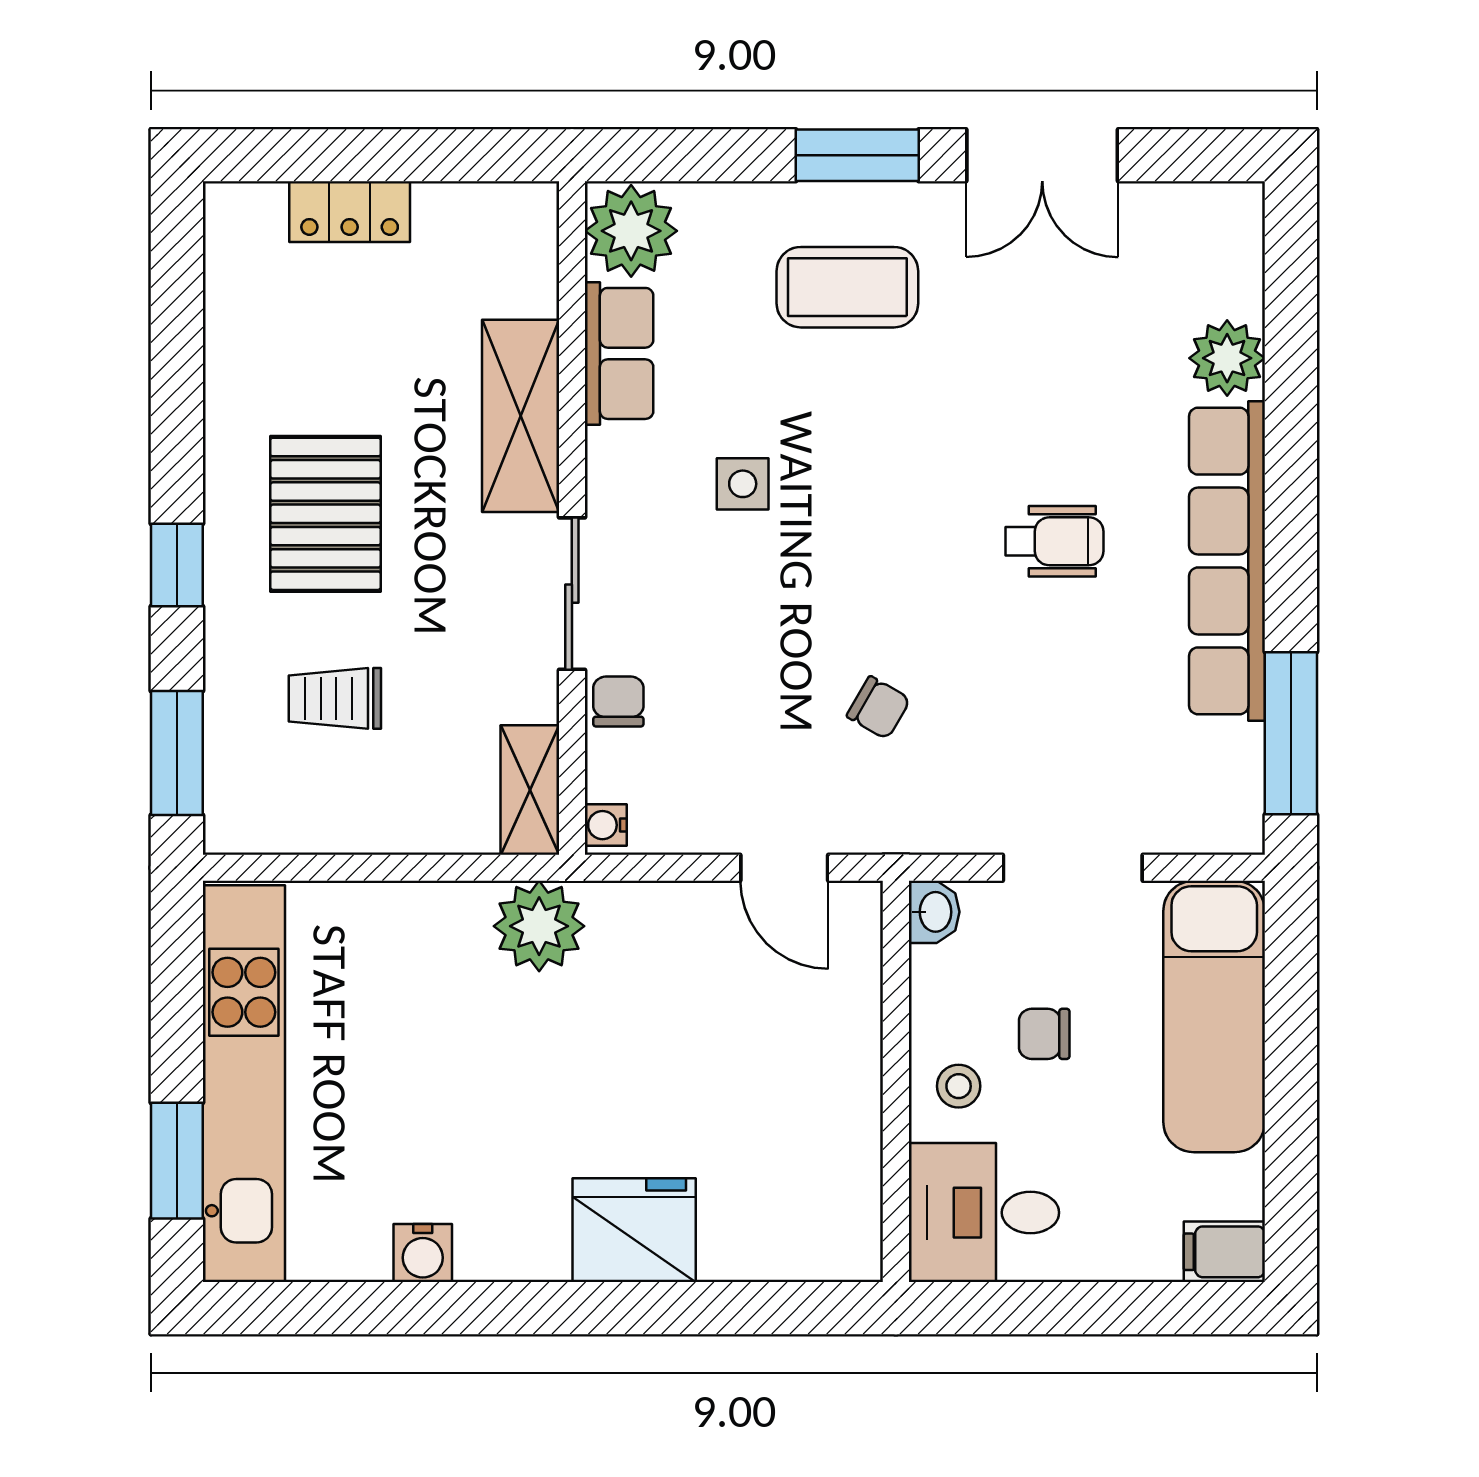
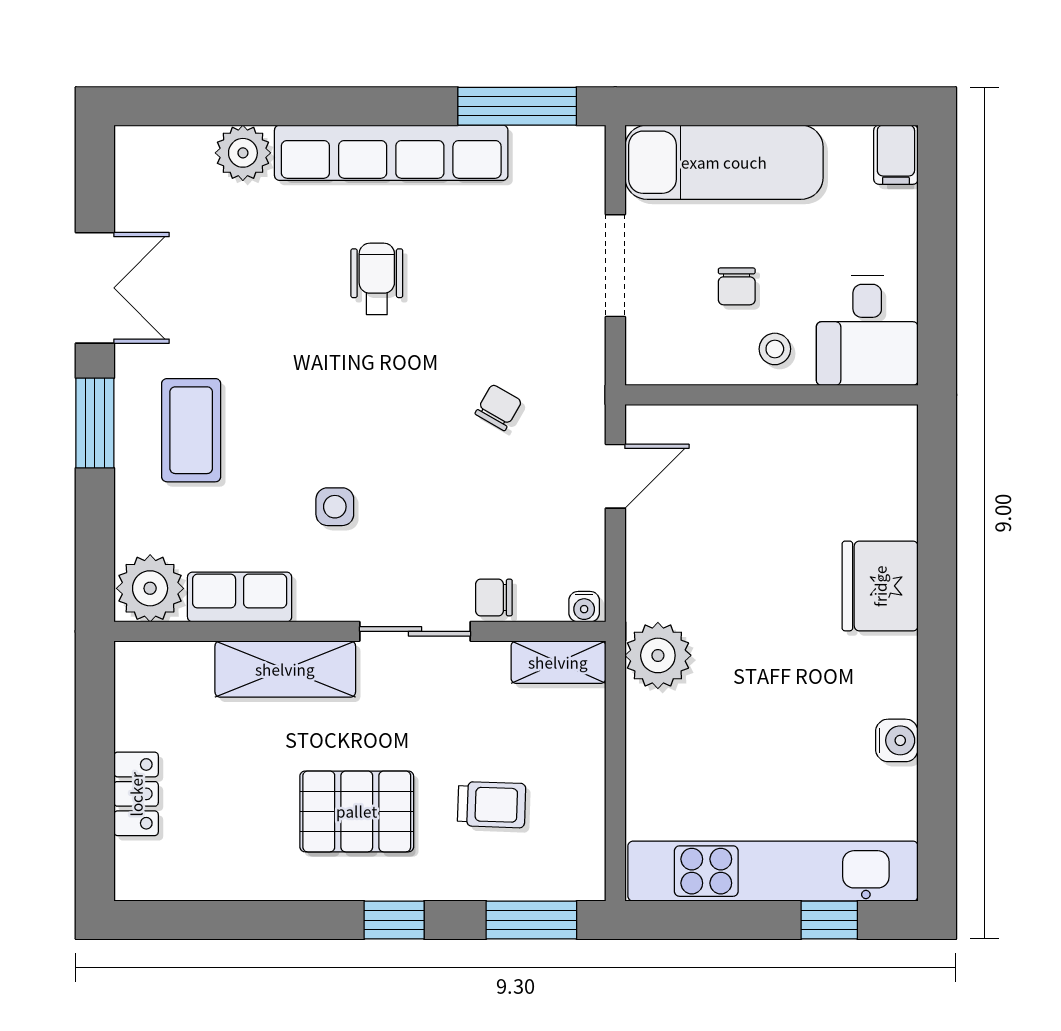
trolley: (335, 698) -> (492, 805), turned -88
washbasin: (934, 912) -> (648, 367), removed
window: (177, 1161) -> (829, 920), width x0.67

